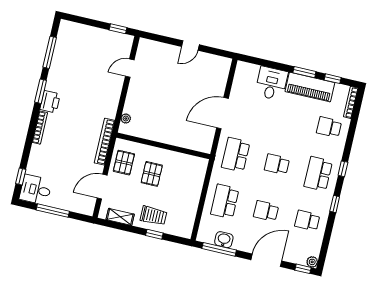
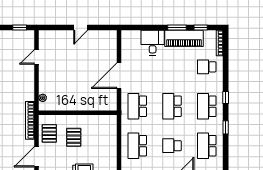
school desk: (277, 164) -> (172, 106), width x1.85
school desk: (307, 221) -> (207, 146), width x1.85

